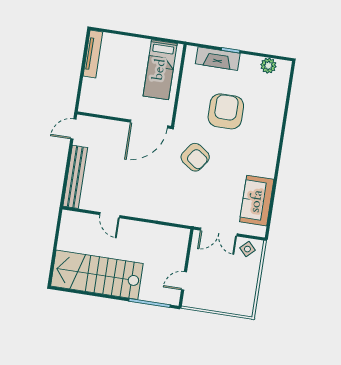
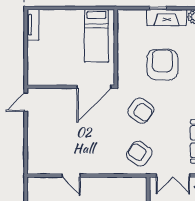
tv unit: (93, 54) -> (33, 25), width x0.71
fireplace: (218, 59) -> (167, 18), moved
bench: (75, 177) -> (34, 145), removed
armchair: (186, 203) -> (139, 154), added

